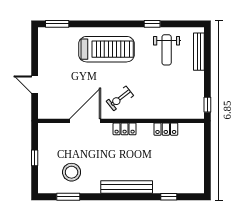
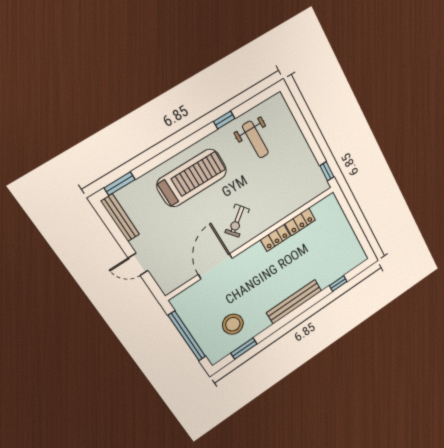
bench: (199, 52) -> (120, 218), moved
locker: (125, 129) -> (275, 238), moved
window: (35, 158) -> (187, 336), width x3.17

